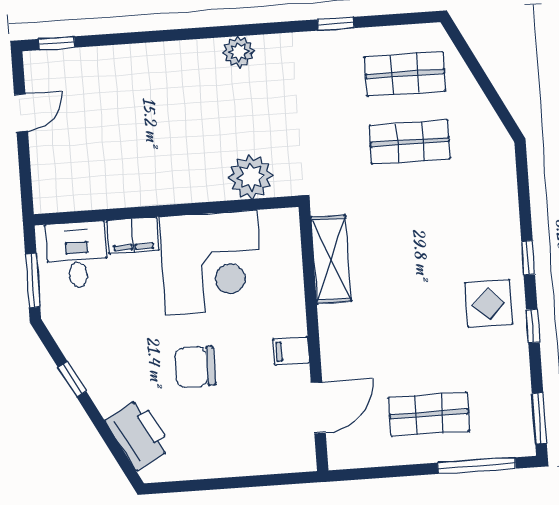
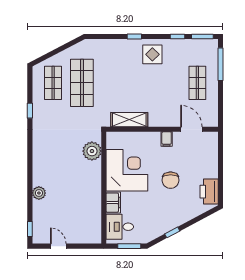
plant: (238, 52) -> (39, 193), moved
shop shelf: (410, 142) -> (82, 83), width x1.43, depth x1.36
window: (533, 326) -> (177, 36), moved
printer: (139, 434) -> (209, 192), moved, turned -62

